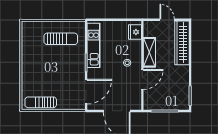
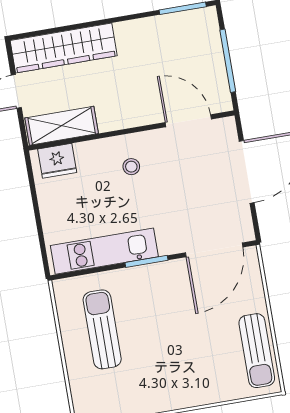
shelving: (149, 52) -> (62, 126), moved
door: (142, 79) -> (188, 121), moved
door: (86, 92) -> (214, 250), swing flipped

